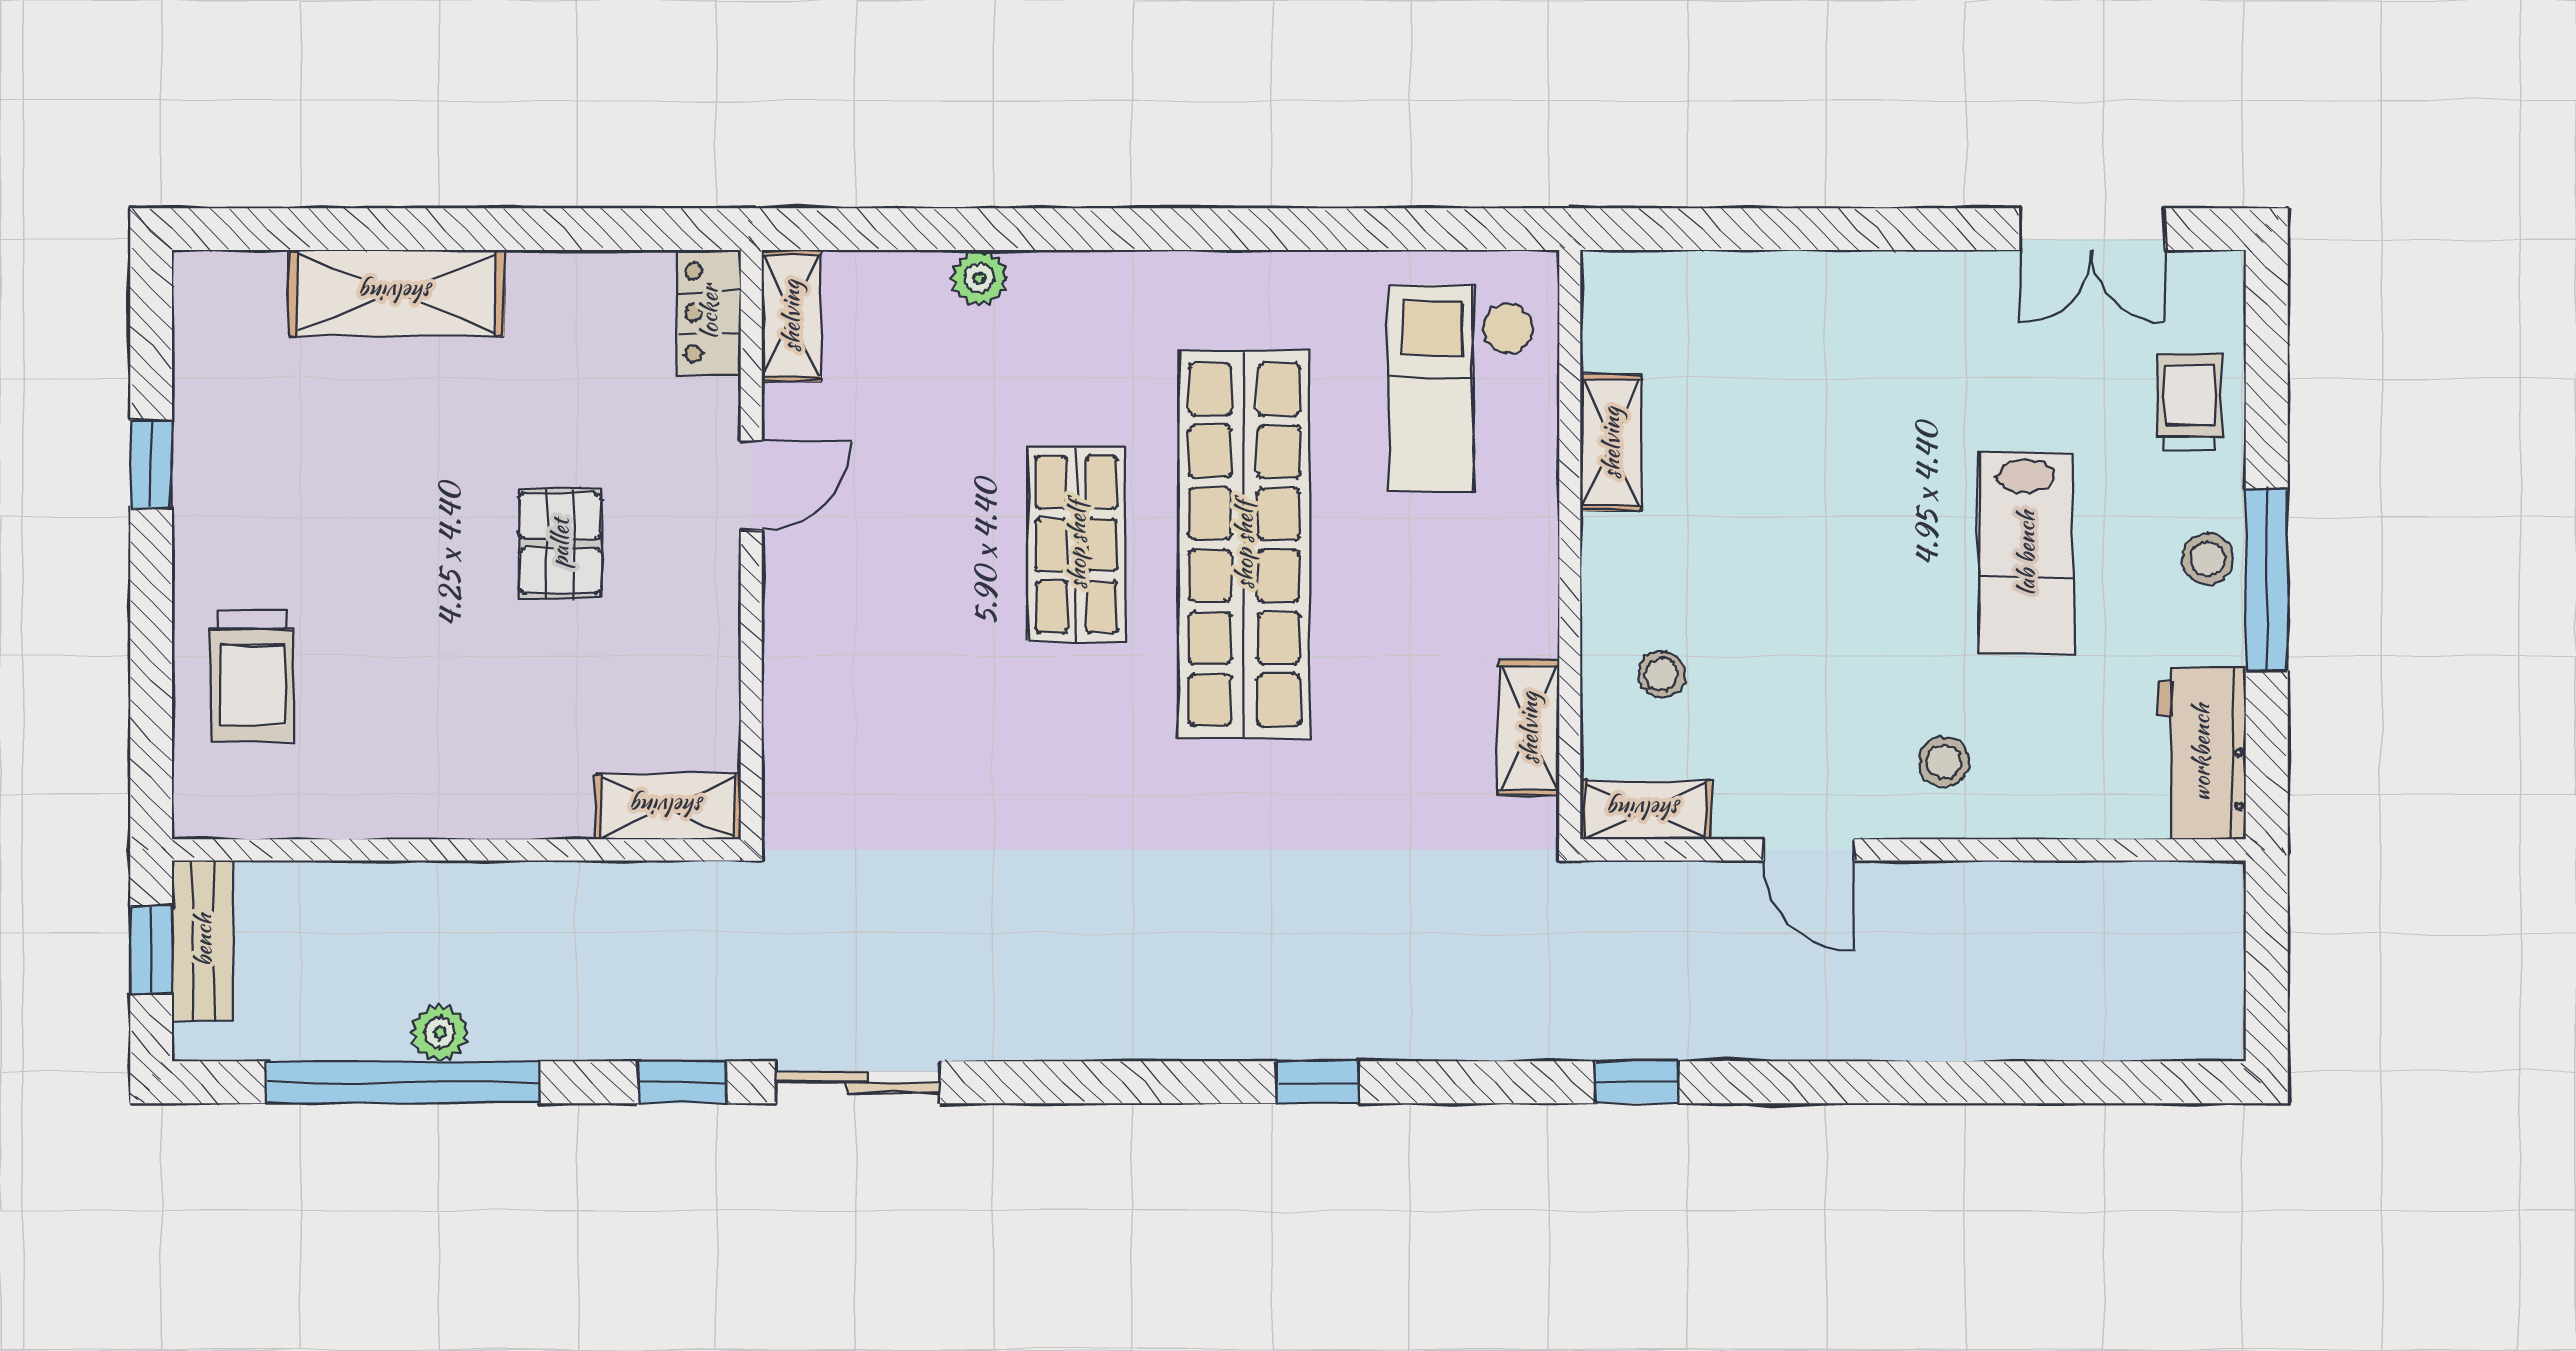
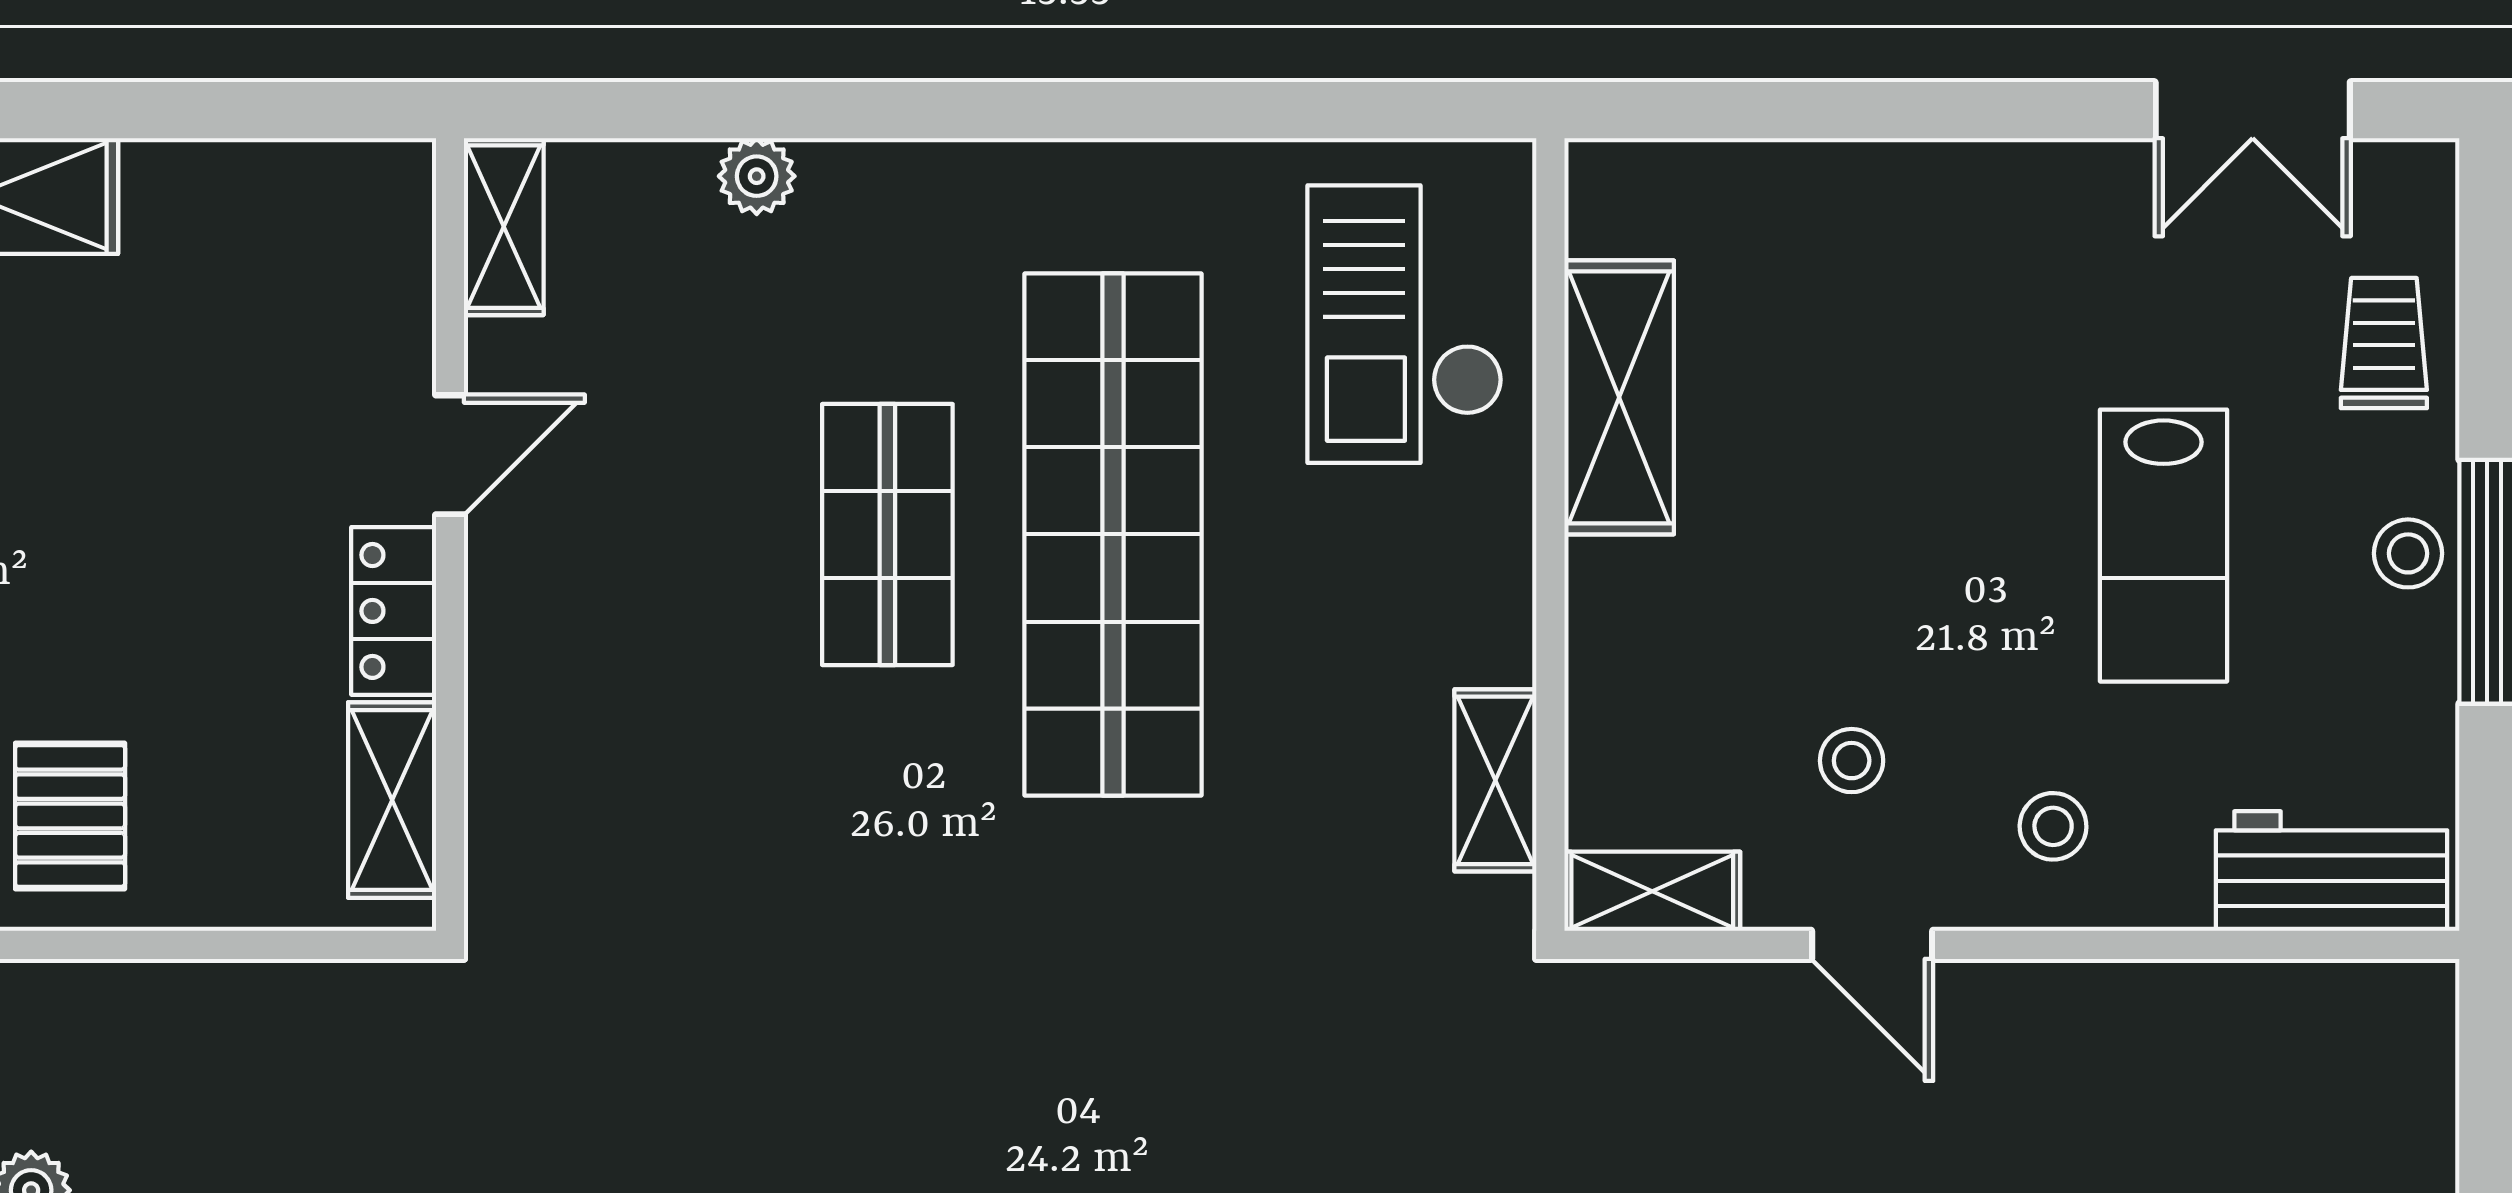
locker: (709, 312) -> (394, 611), moved
shelving: (1611, 443) -> (1619, 397), width x1.50, depth x1.33
pallet: (560, 543) -> (70, 816), moved
stool: (1661, 674) -> (1852, 761), moved
workbench: (2201, 753) -> (2332, 871), moved, turned 90
shelving: (668, 807) -> (392, 800), moved, turned 90

